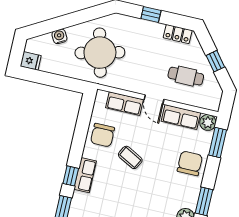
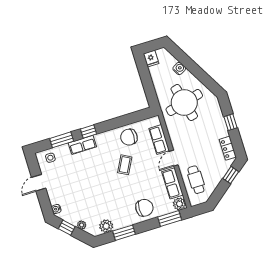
window: (215, 61) -> (231, 175), moved
cafe table: (186, 76) -> (196, 180), moved
row of seats: (85, 175) -> (82, 145), moved

